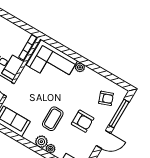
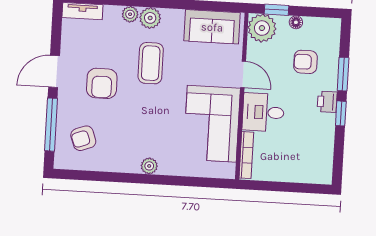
corner sofa: (52, 63) -> (212, 124), moved, turned -90
armchair: (83, 121) -> (102, 83), turned -90

